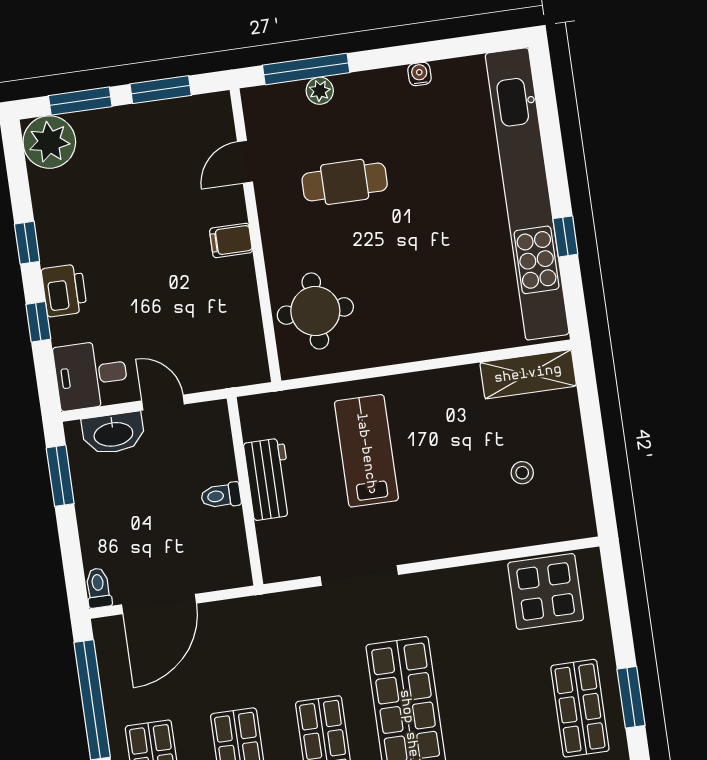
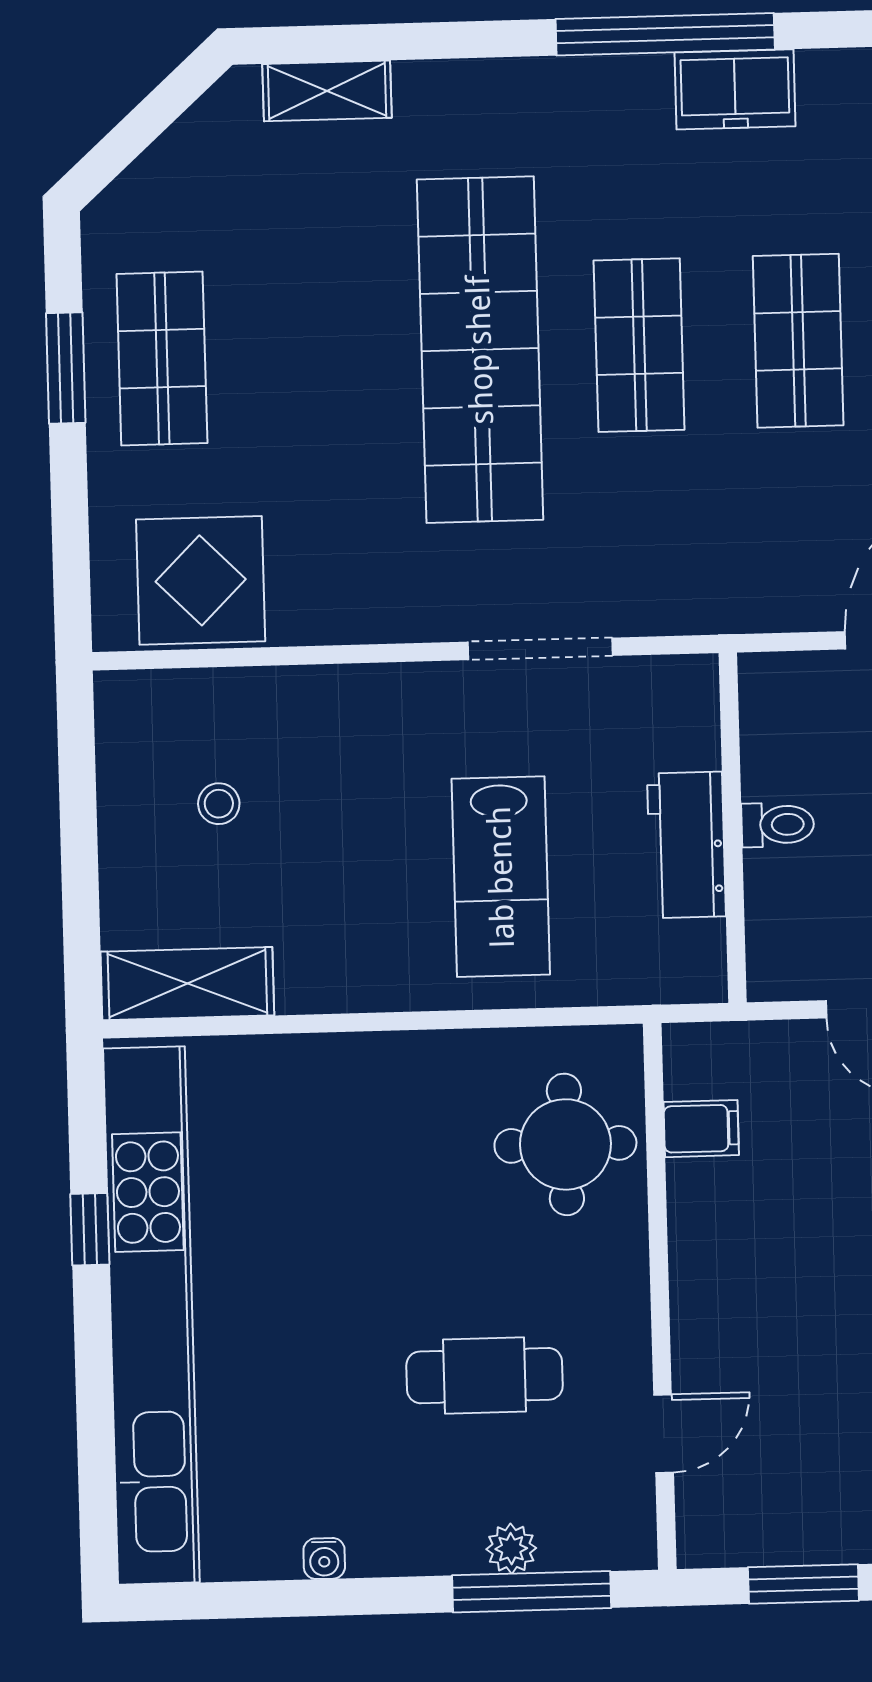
filing cabinet: (231, 240) -> (701, 1129), moved

